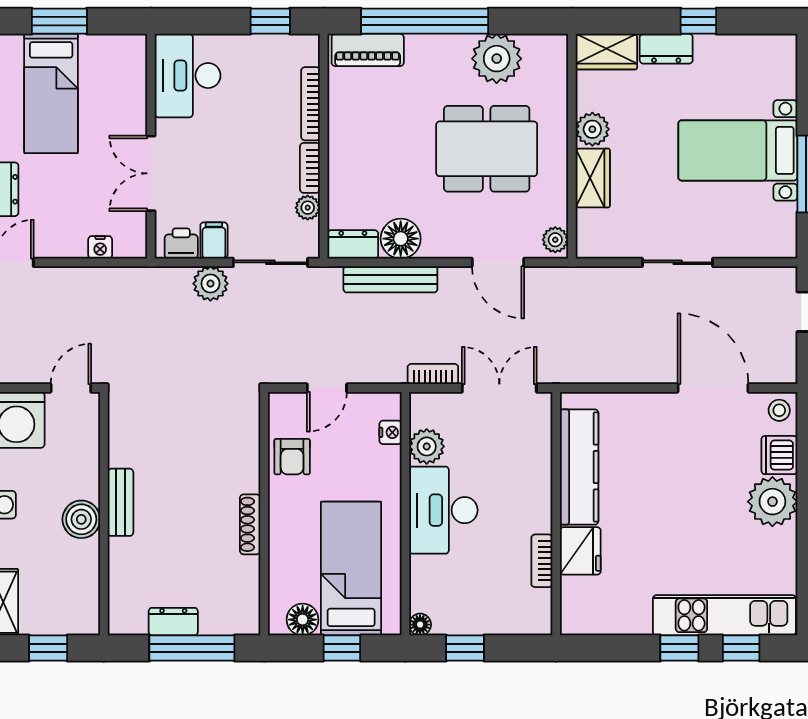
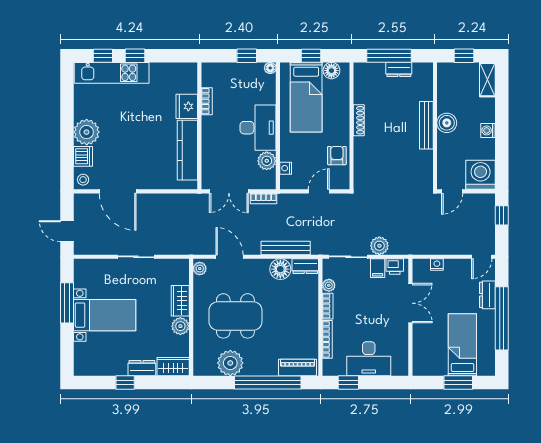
desk: (188, 76) -> (369, 359), moved, turned 90
bench: (120, 502) -> (426, 125), width x1.36

